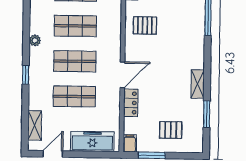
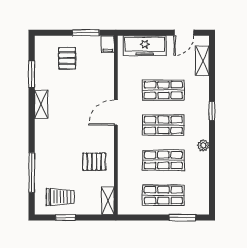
locker: (131, 103) -> (107, 85), removed
pallet: (171, 130) -> (67, 58), turned 90

